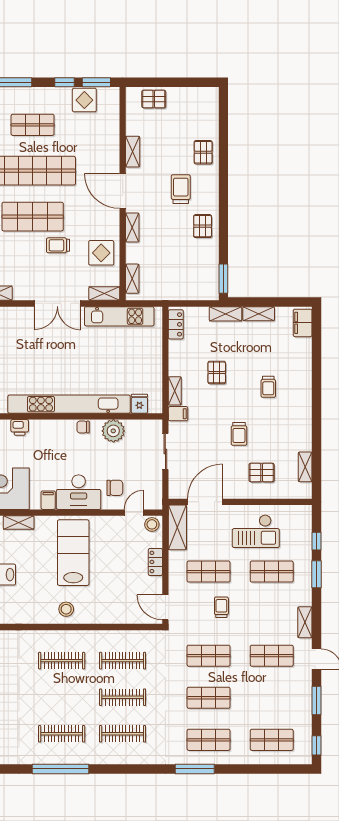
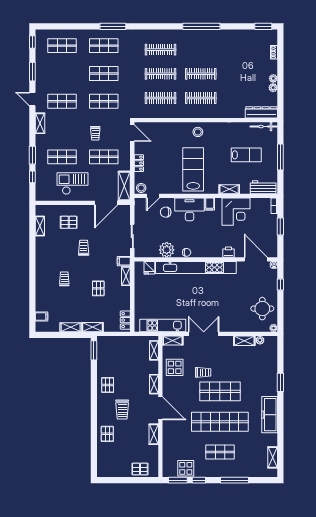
filing cabinet: (303, 323) -> (42, 317), width x0.50
lab bench: (73, 553) -> (193, 169), turned 180
clothes rail: (62, 734) -> (201, 74), moved

